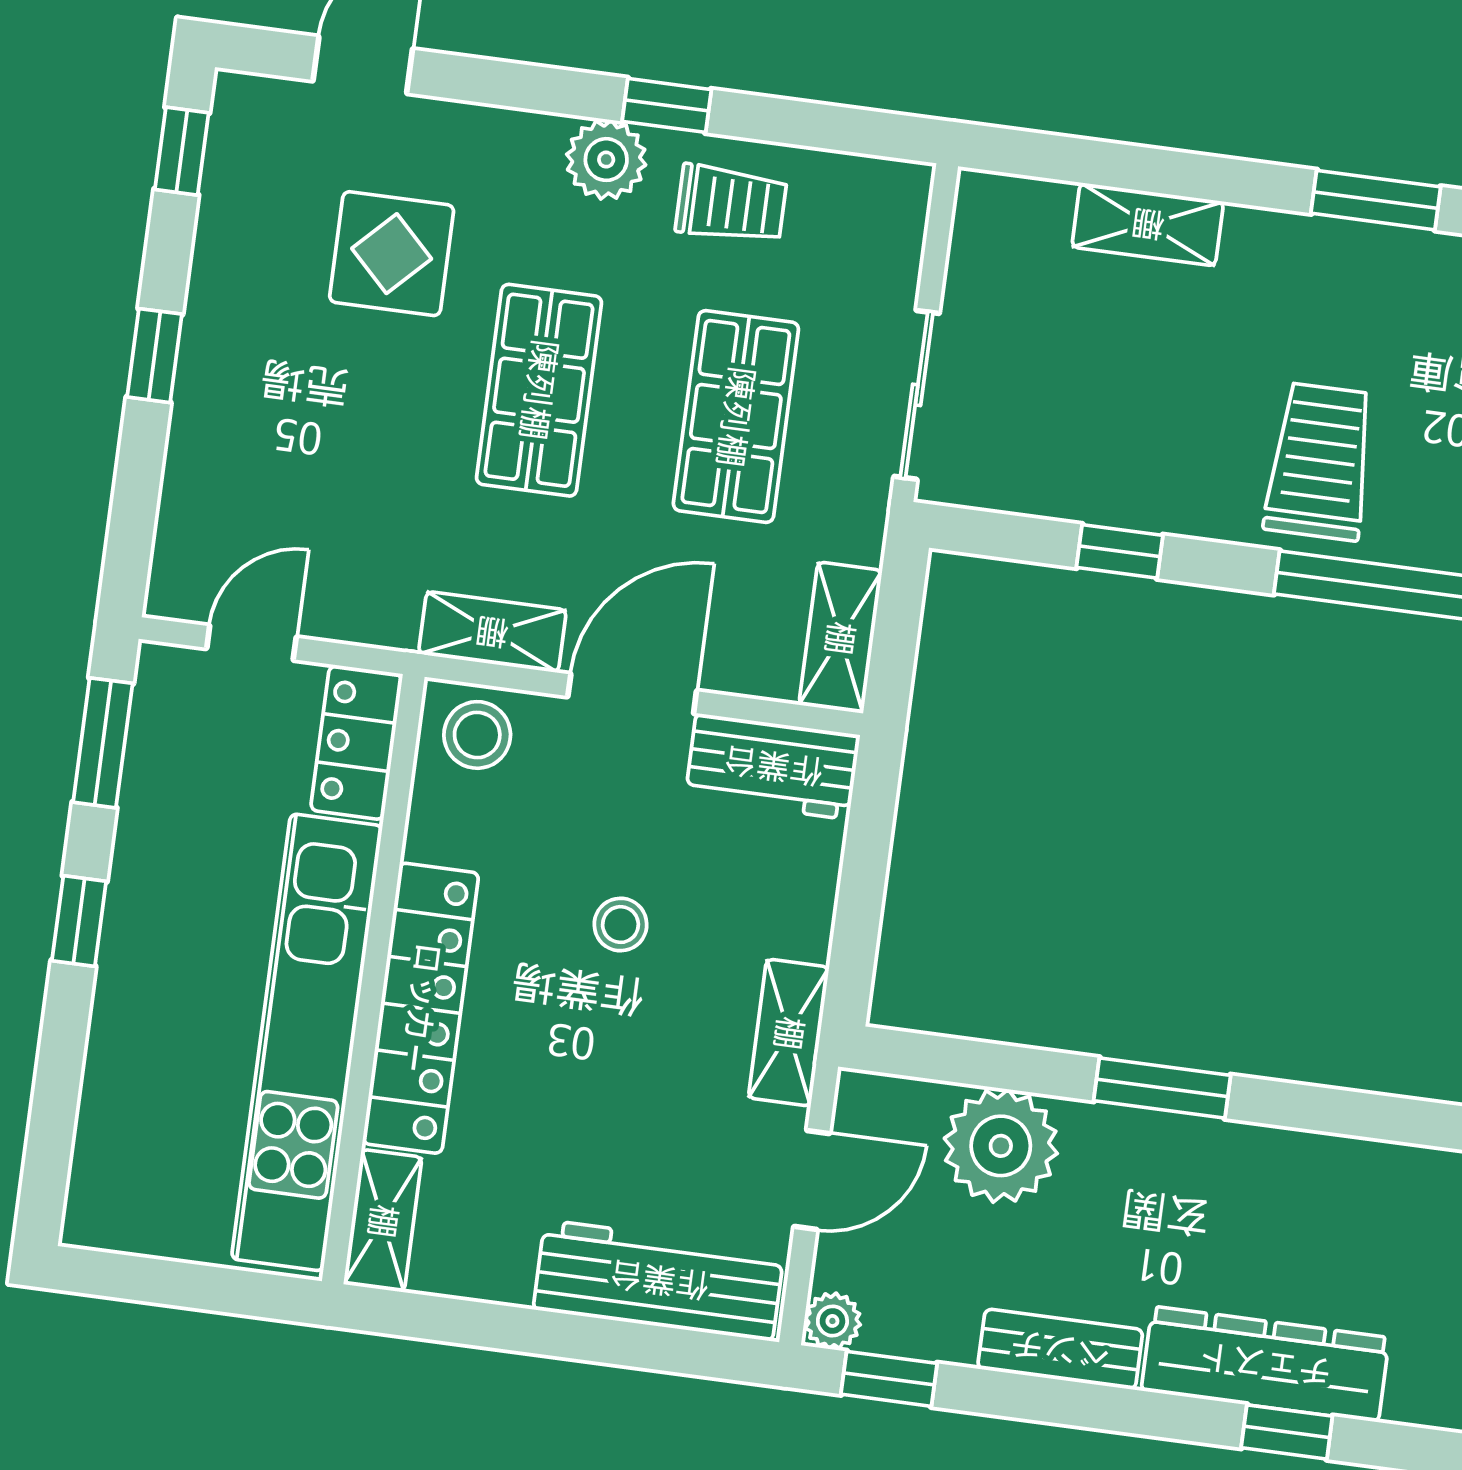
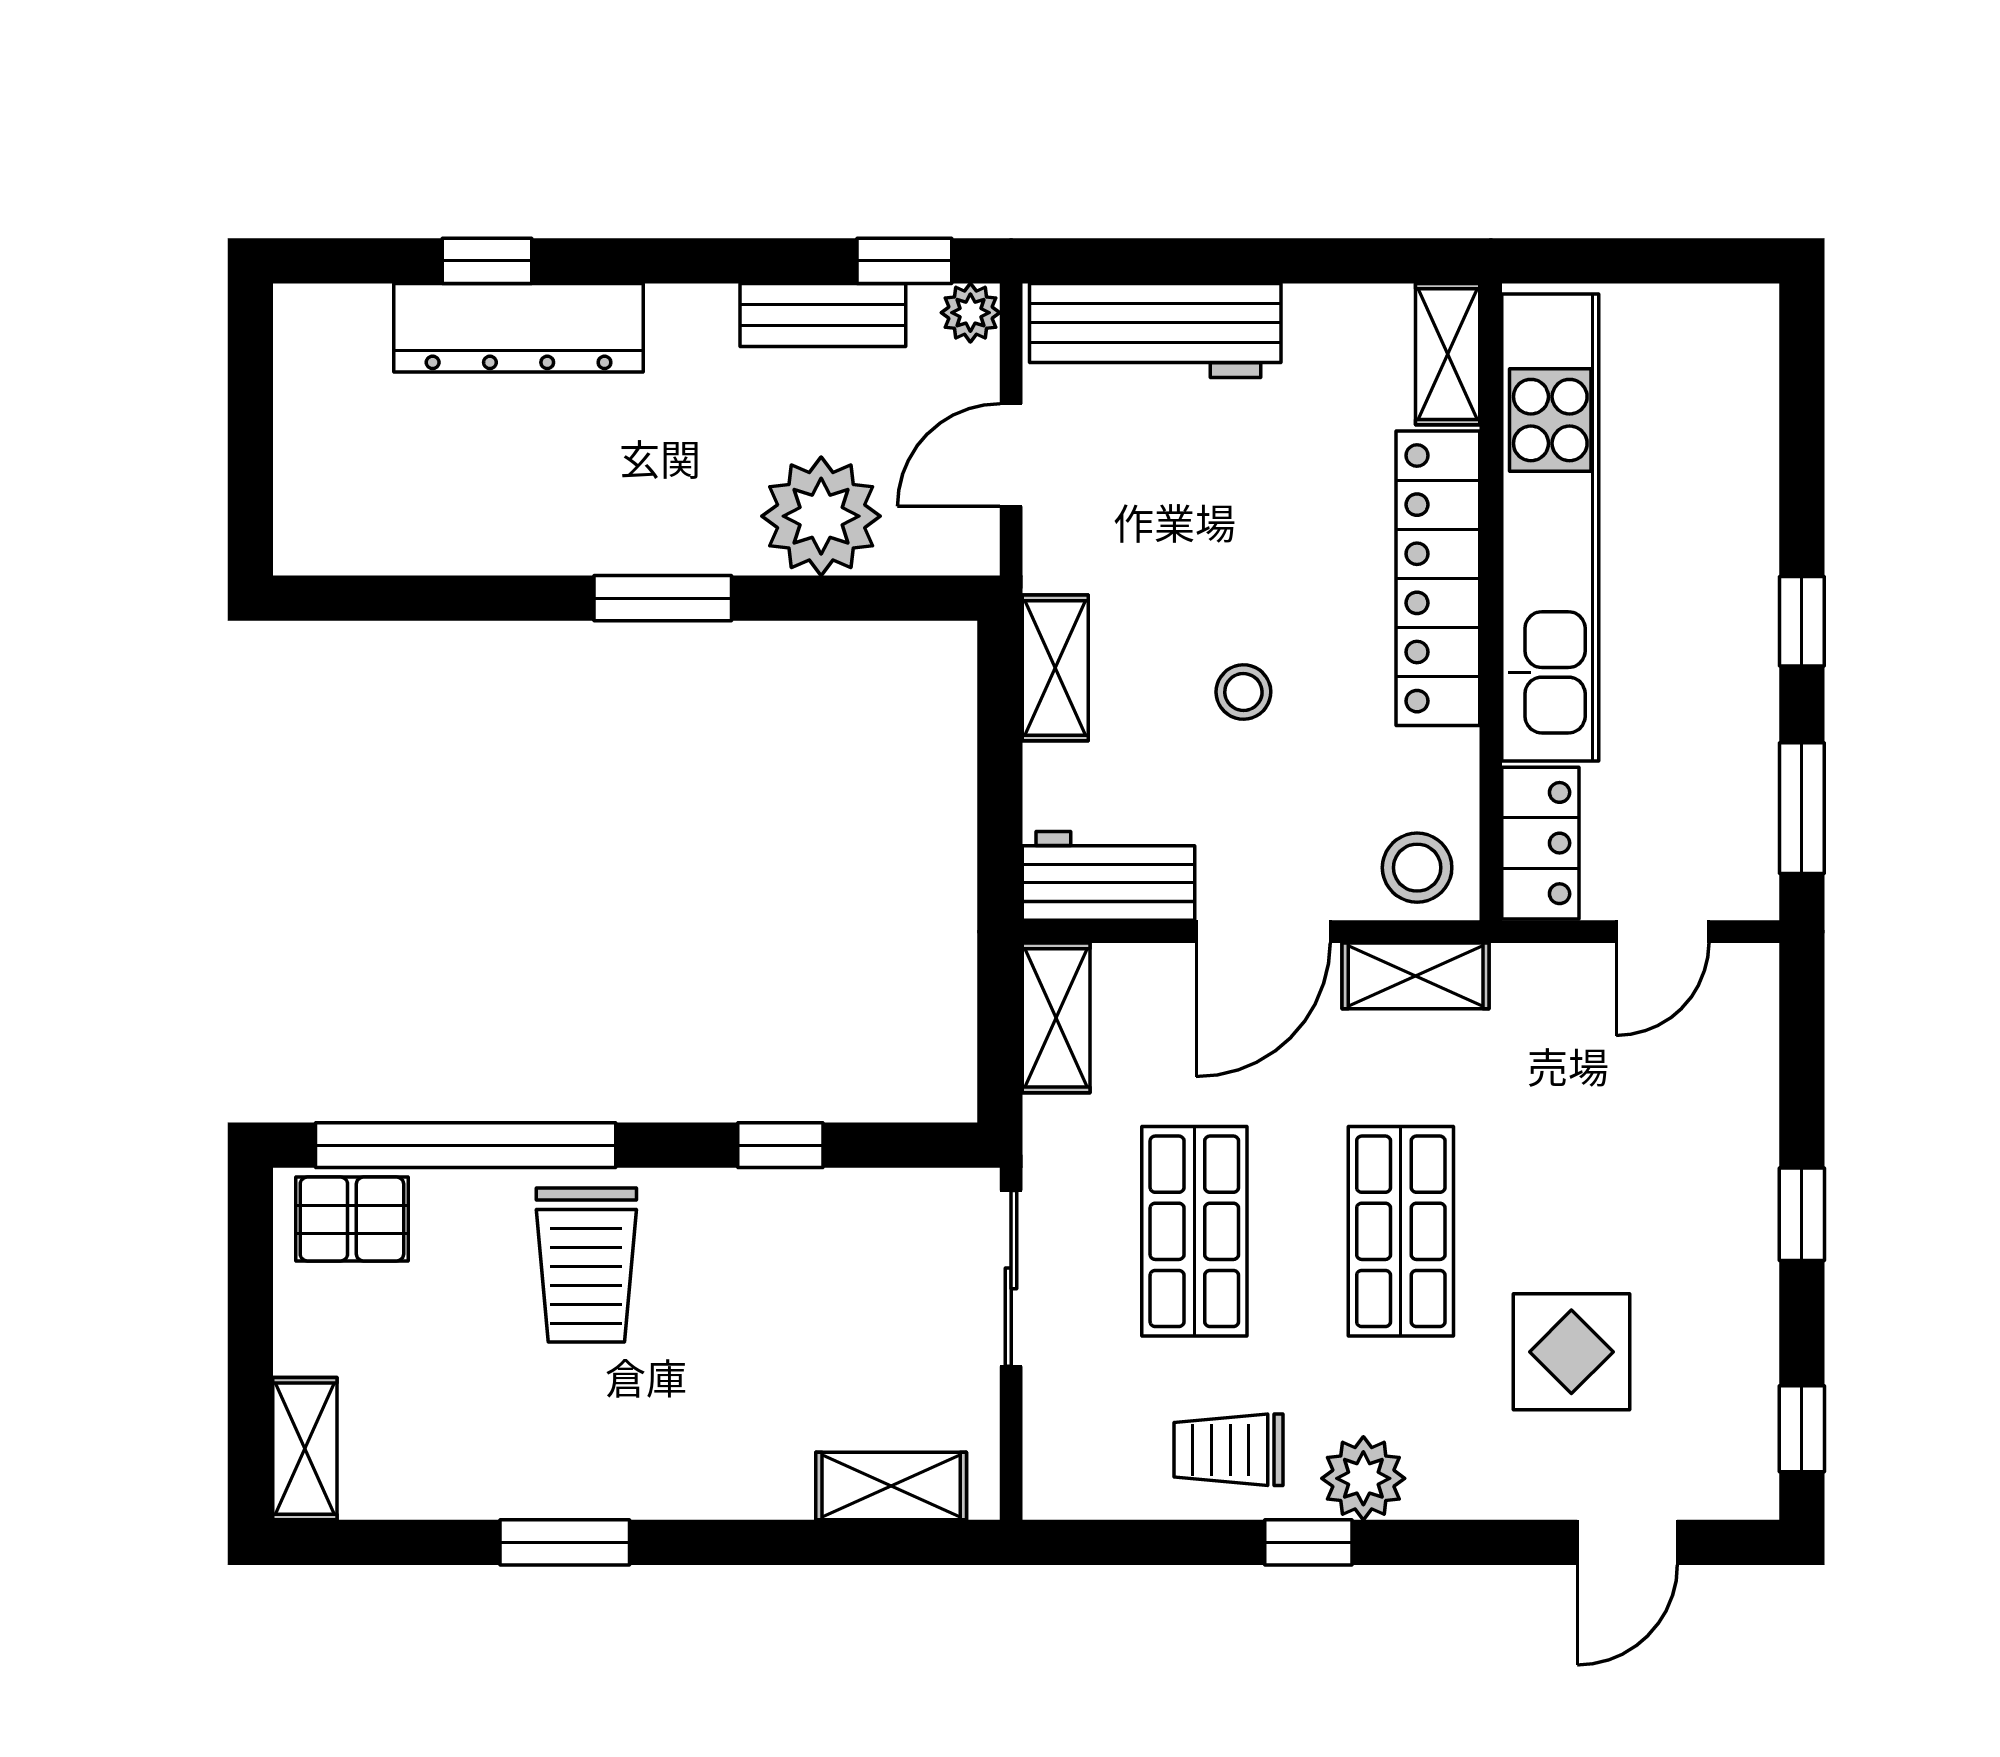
shelving: (1148, 224) -> (891, 1486), moved
shelving: (789, 1033) -> (1055, 668), moved
bench: (1060, 1349) -> (823, 315), moved

